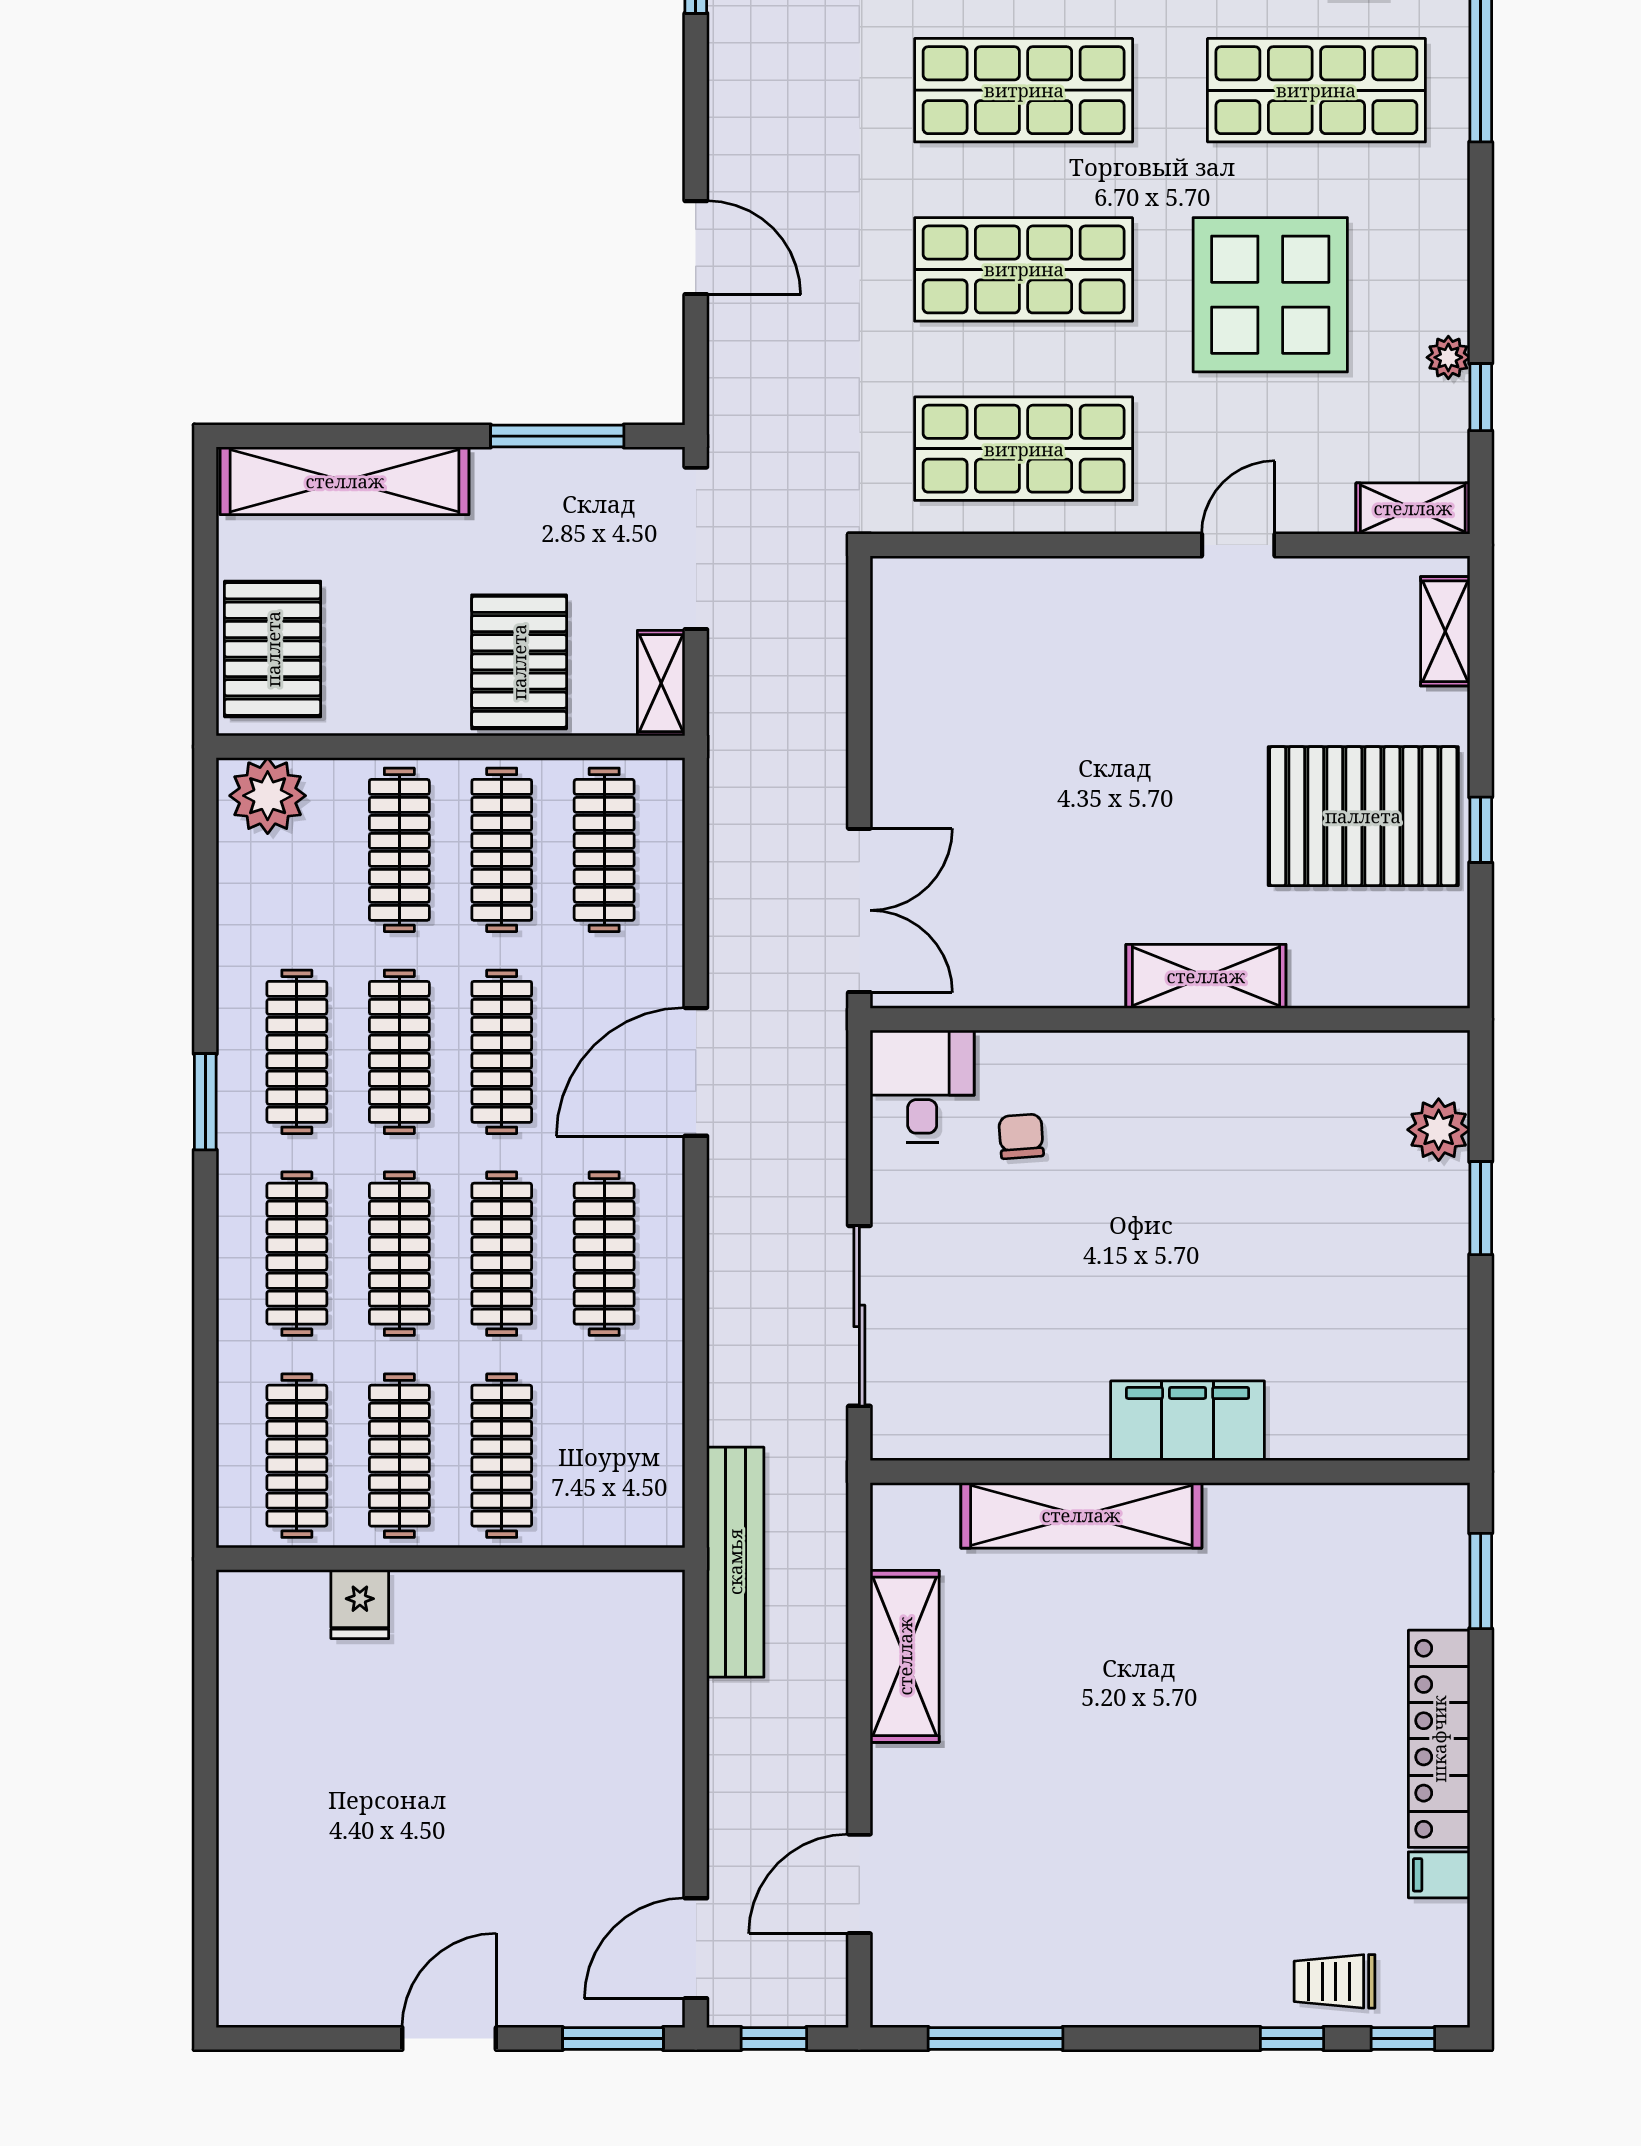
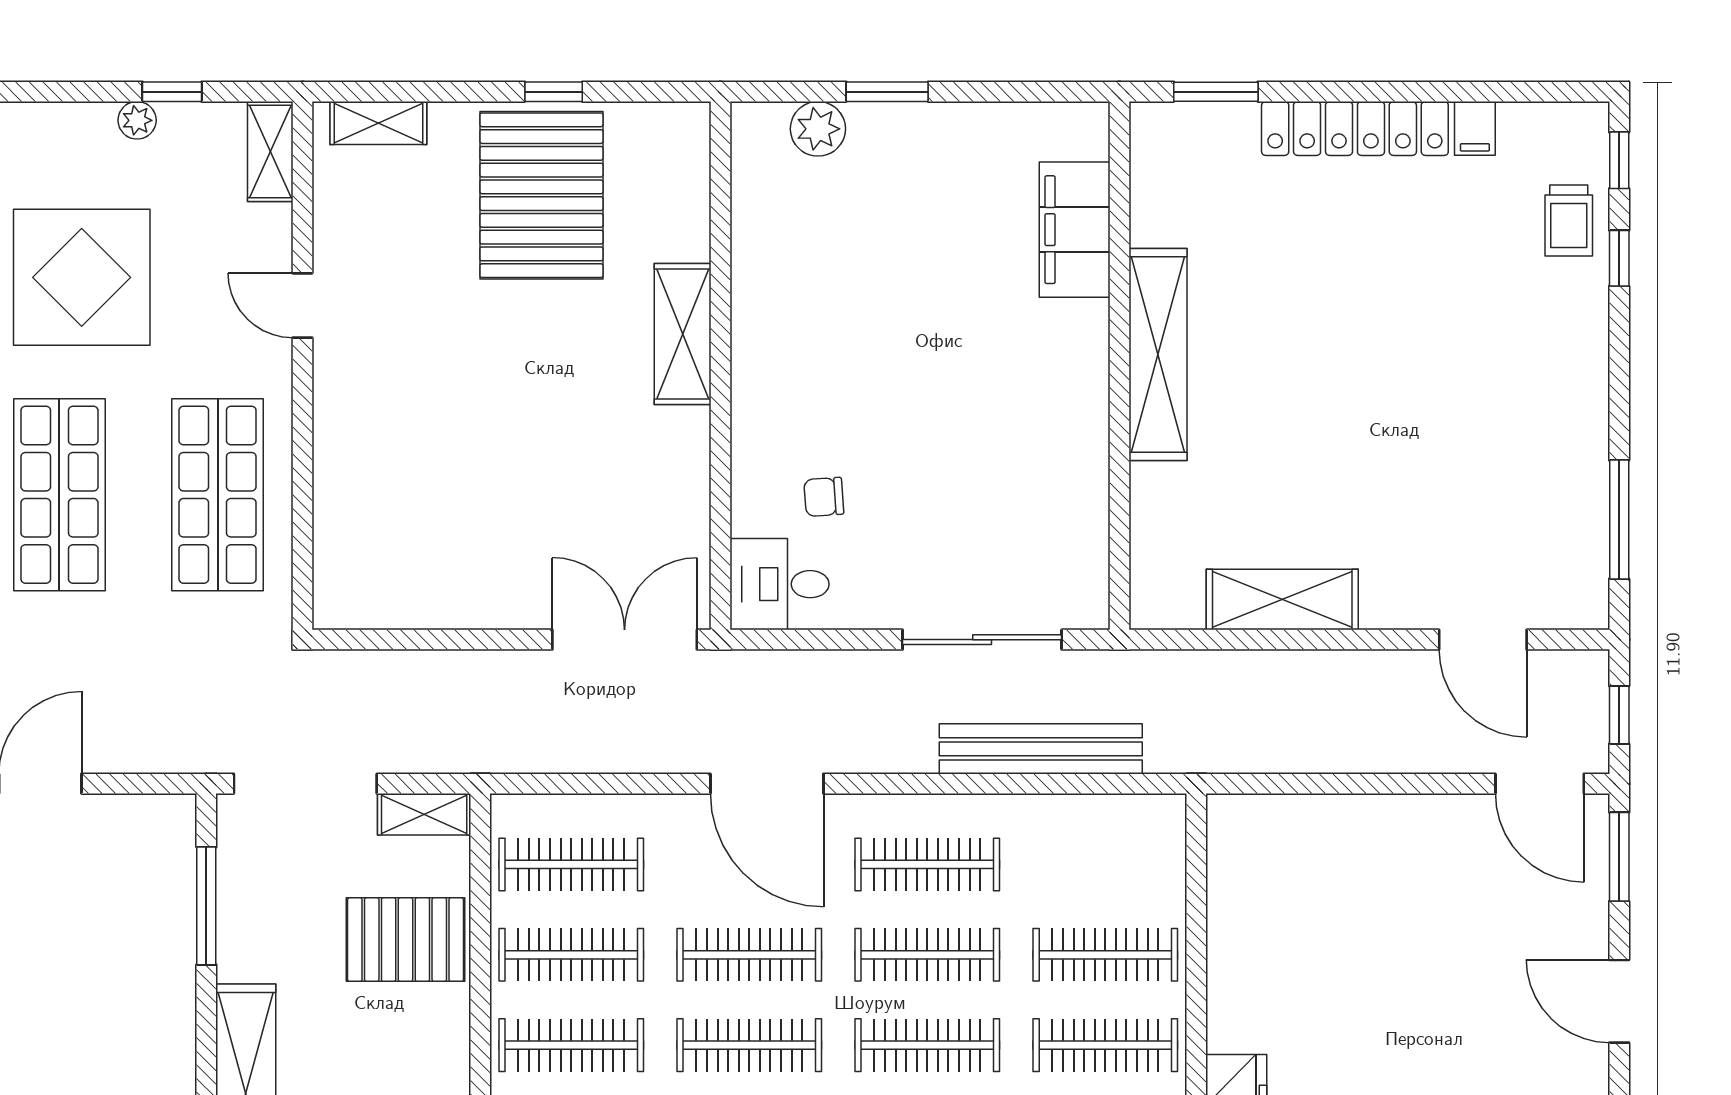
filing cabinet: (1188, 1421) -> (1075, 230), moved
shelving: (1081, 1515) -> (1158, 355), moved
bench: (735, 1562) -> (1041, 749), moved

